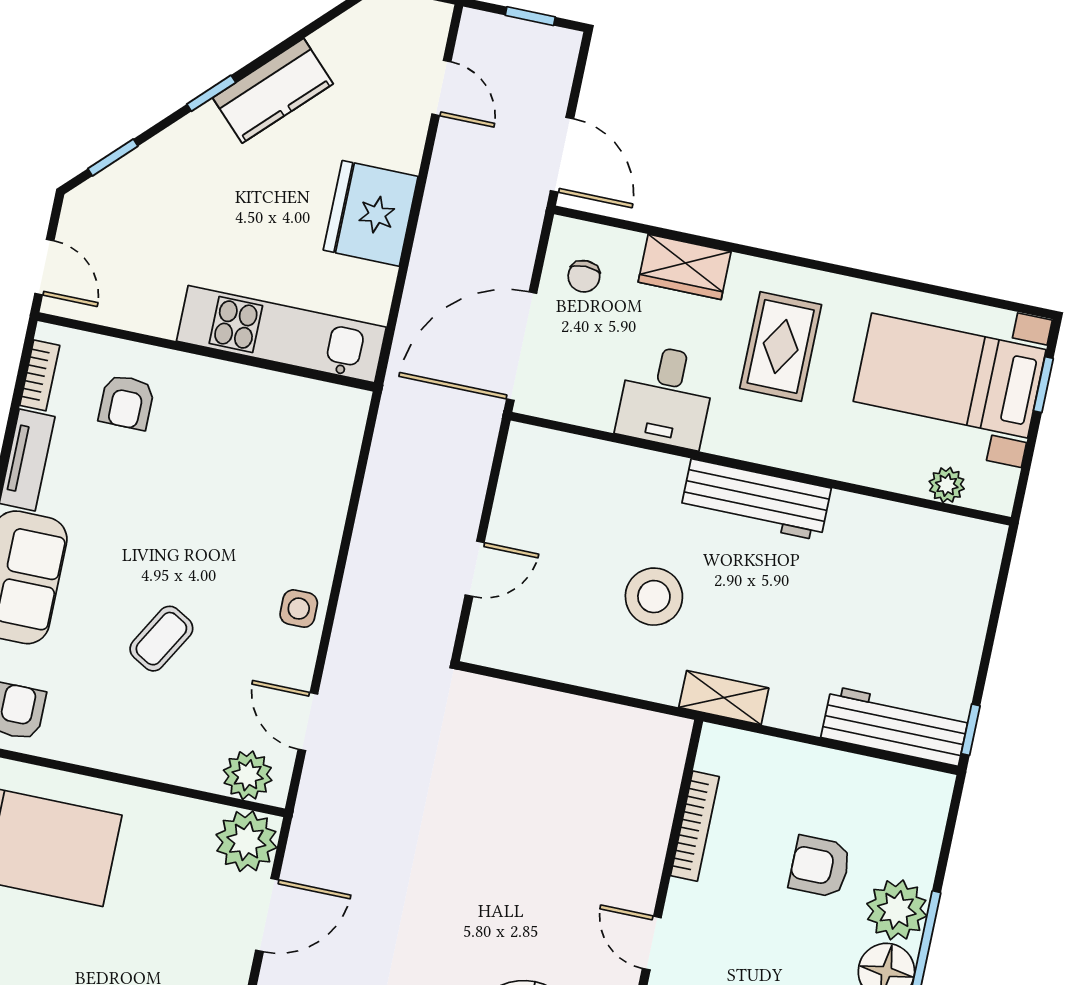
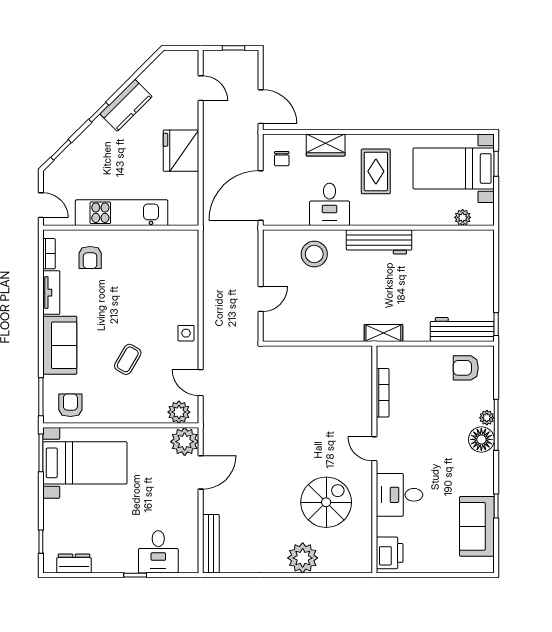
kitchen unit: (281, 334) -> (122, 213), moved
stool: (654, 597) -> (314, 254), moved
armchair: (820, 867) -> (466, 368), moved
plant: (897, 910) -> (487, 418), width x0.53, depth x0.53

